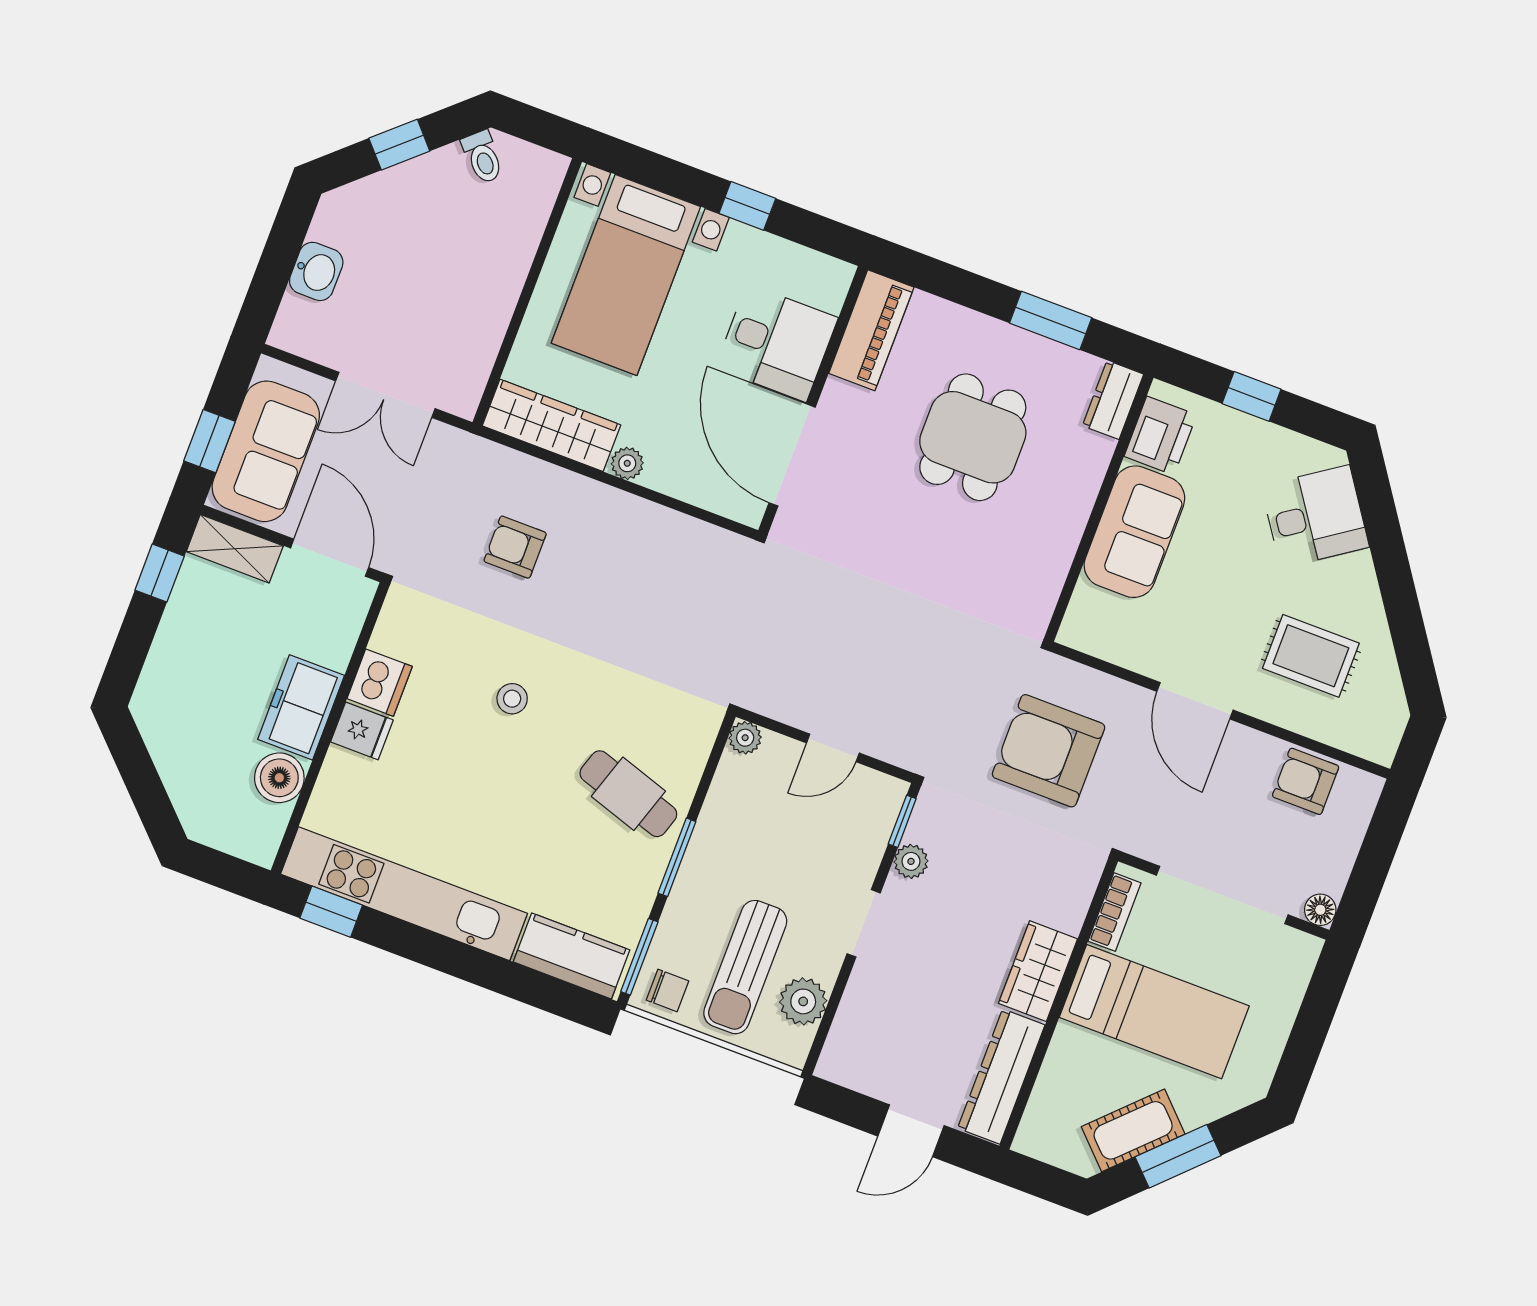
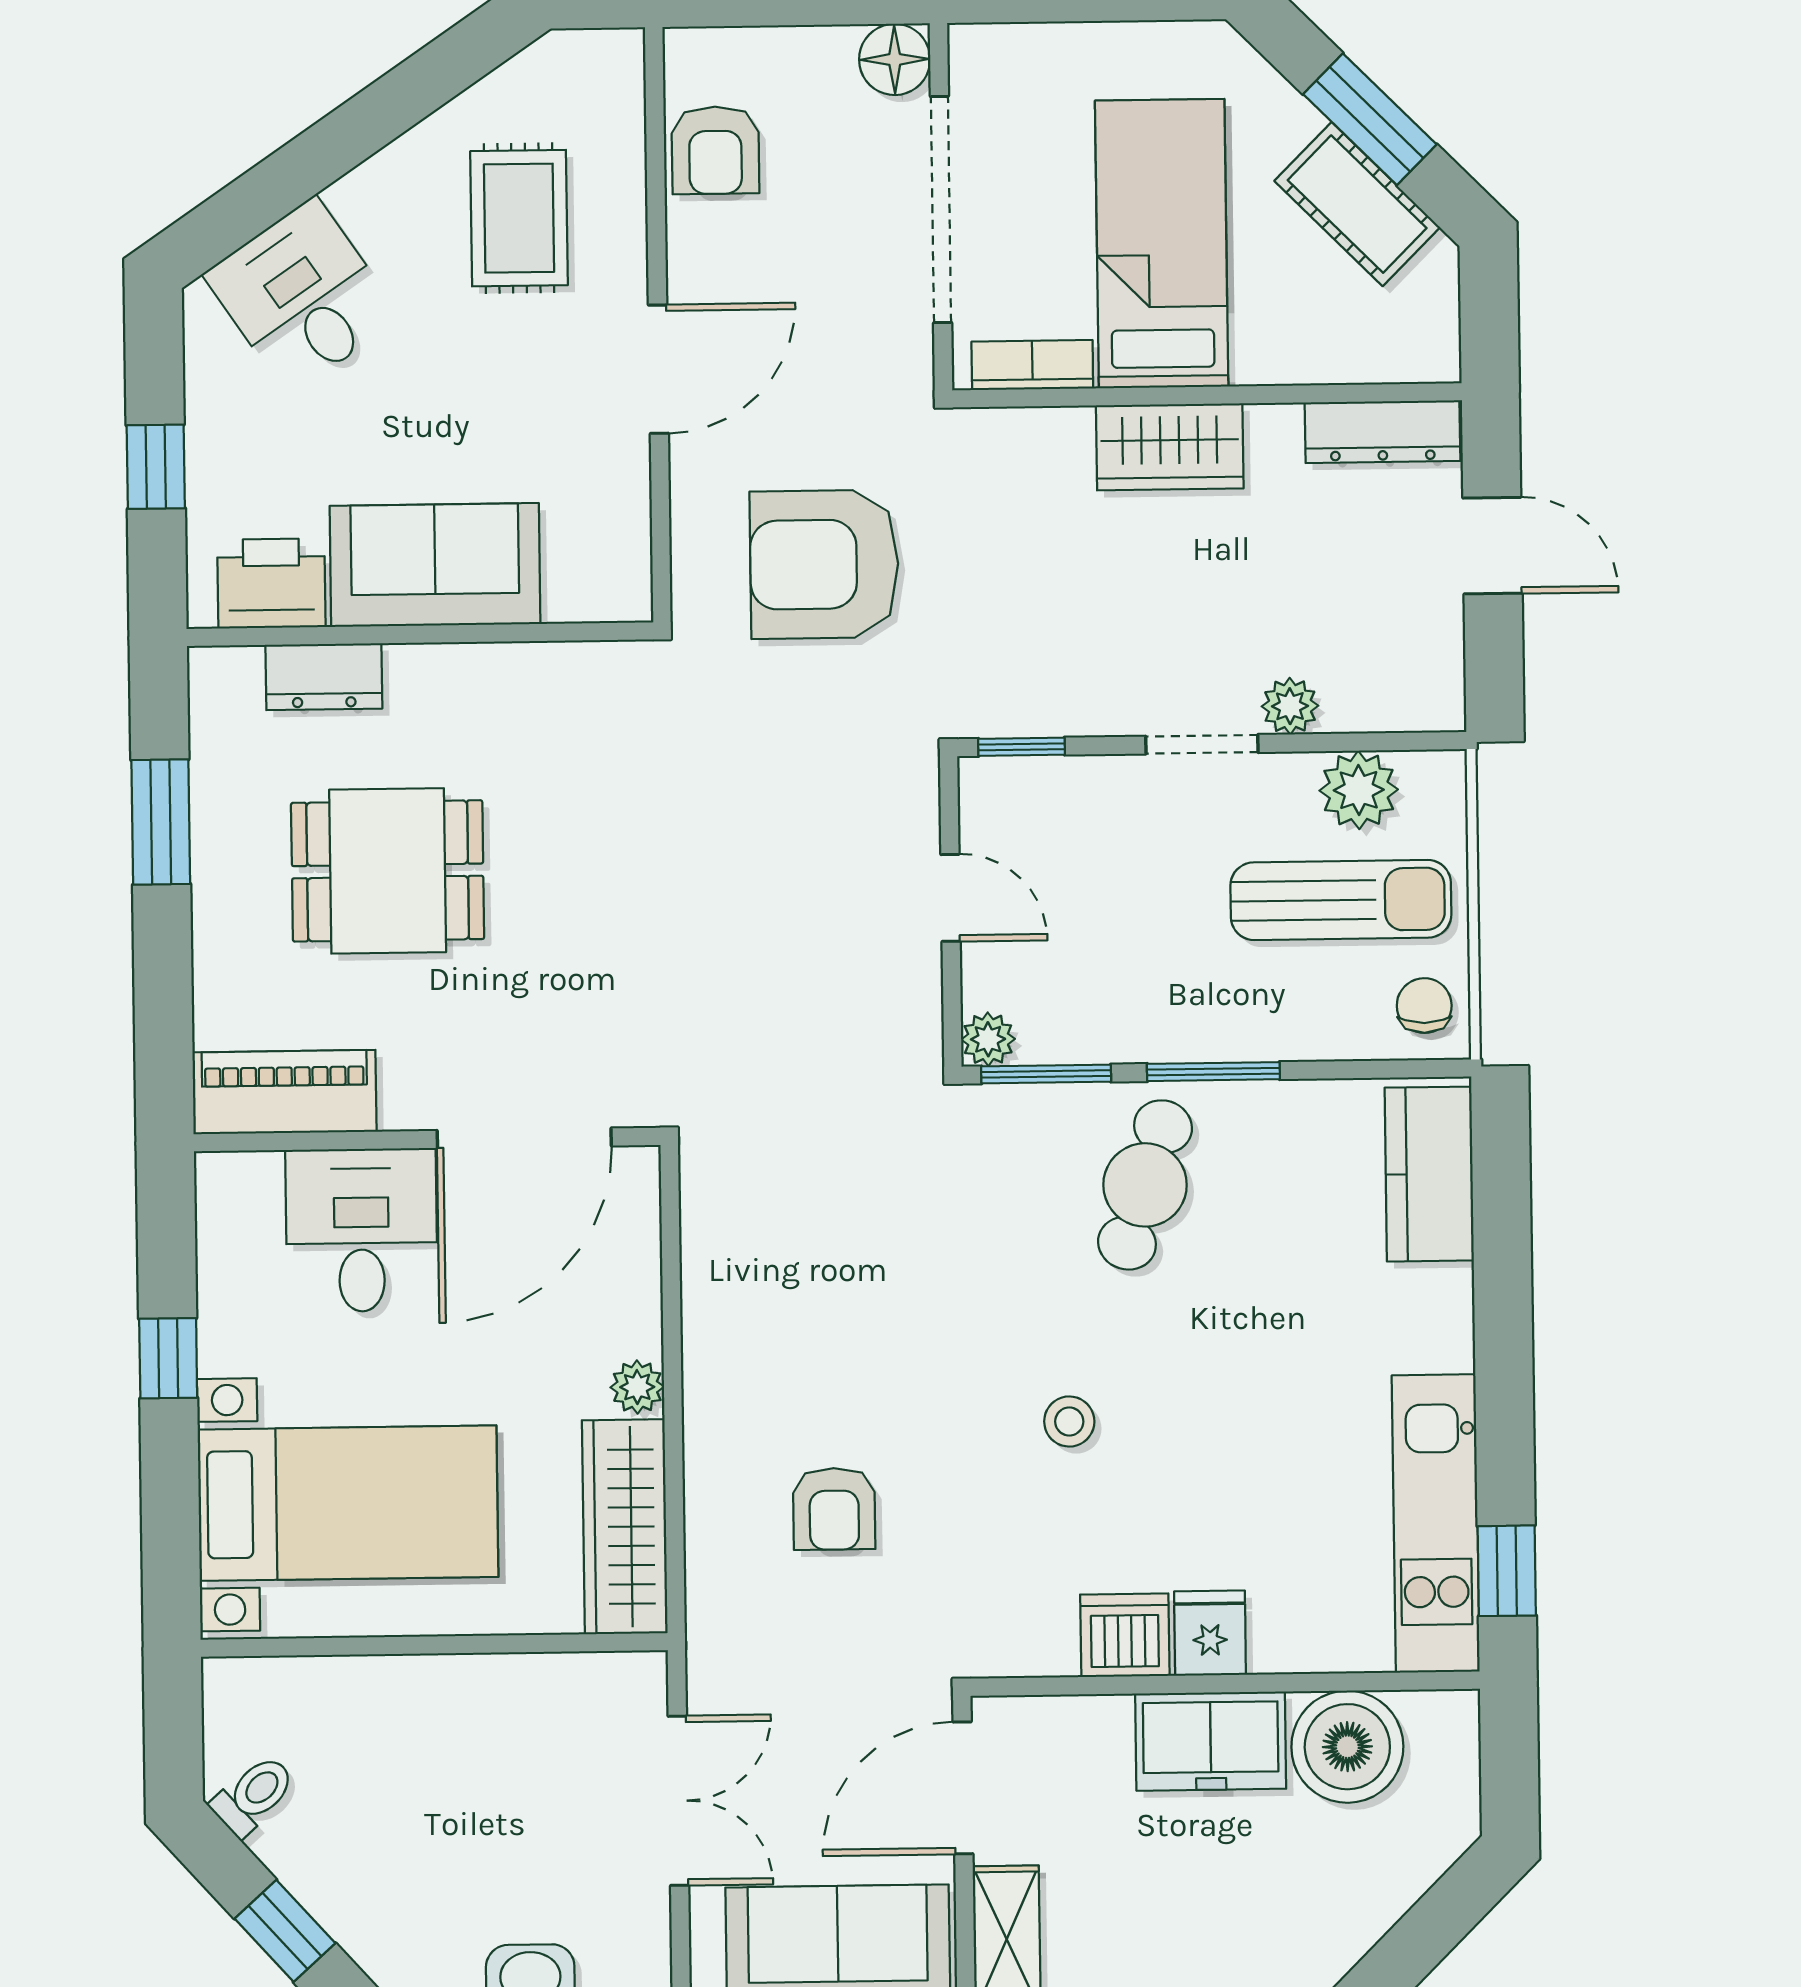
dresser: (1113, 400) -> (324, 677), moved
armchair: (1049, 751) -> (824, 564), turned 90
boiler: (279, 778) -> (1347, 1747), width x1.37, depth x1.37
plant: (911, 861) -> (1290, 706), moved
kitchen unit: (404, 894) -> (1436, 1524), width x0.73
floor lamp: (1320, 910) -> (895, 59), width x1.37, depth x1.37
window: (639, 957) -> (1046, 1074), moved
dresser: (1001, 1077) -> (1382, 432), width x0.73, depth x0.80

